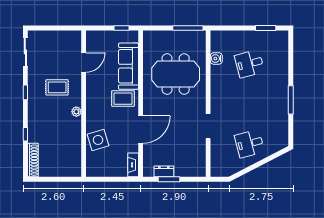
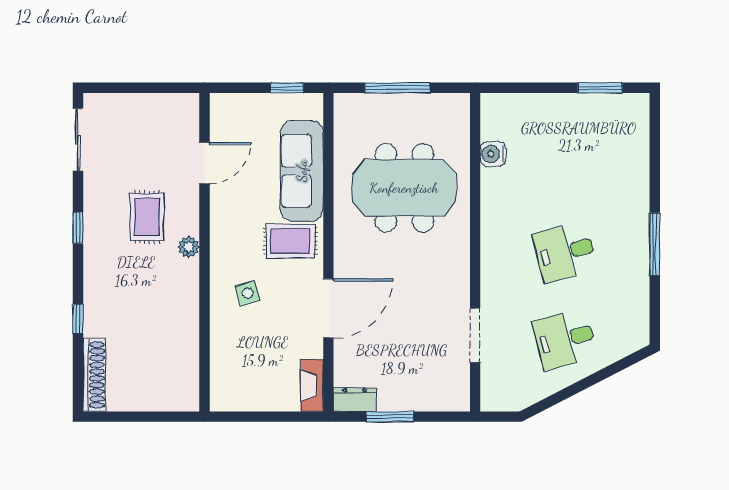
window: (188, 28) -> (397, 88), moved
desk: (249, 64) -> (565, 252), moved
rug: (57, 87) -> (147, 217), turned 90
plant: (76, 112) -> (189, 247), moved
doorway: (208, 126) -> (475, 335), moved
side table: (98, 140) -> (248, 293), moved, width x0.54, depth x0.54
dresser: (164, 171) -> (355, 400), moved

